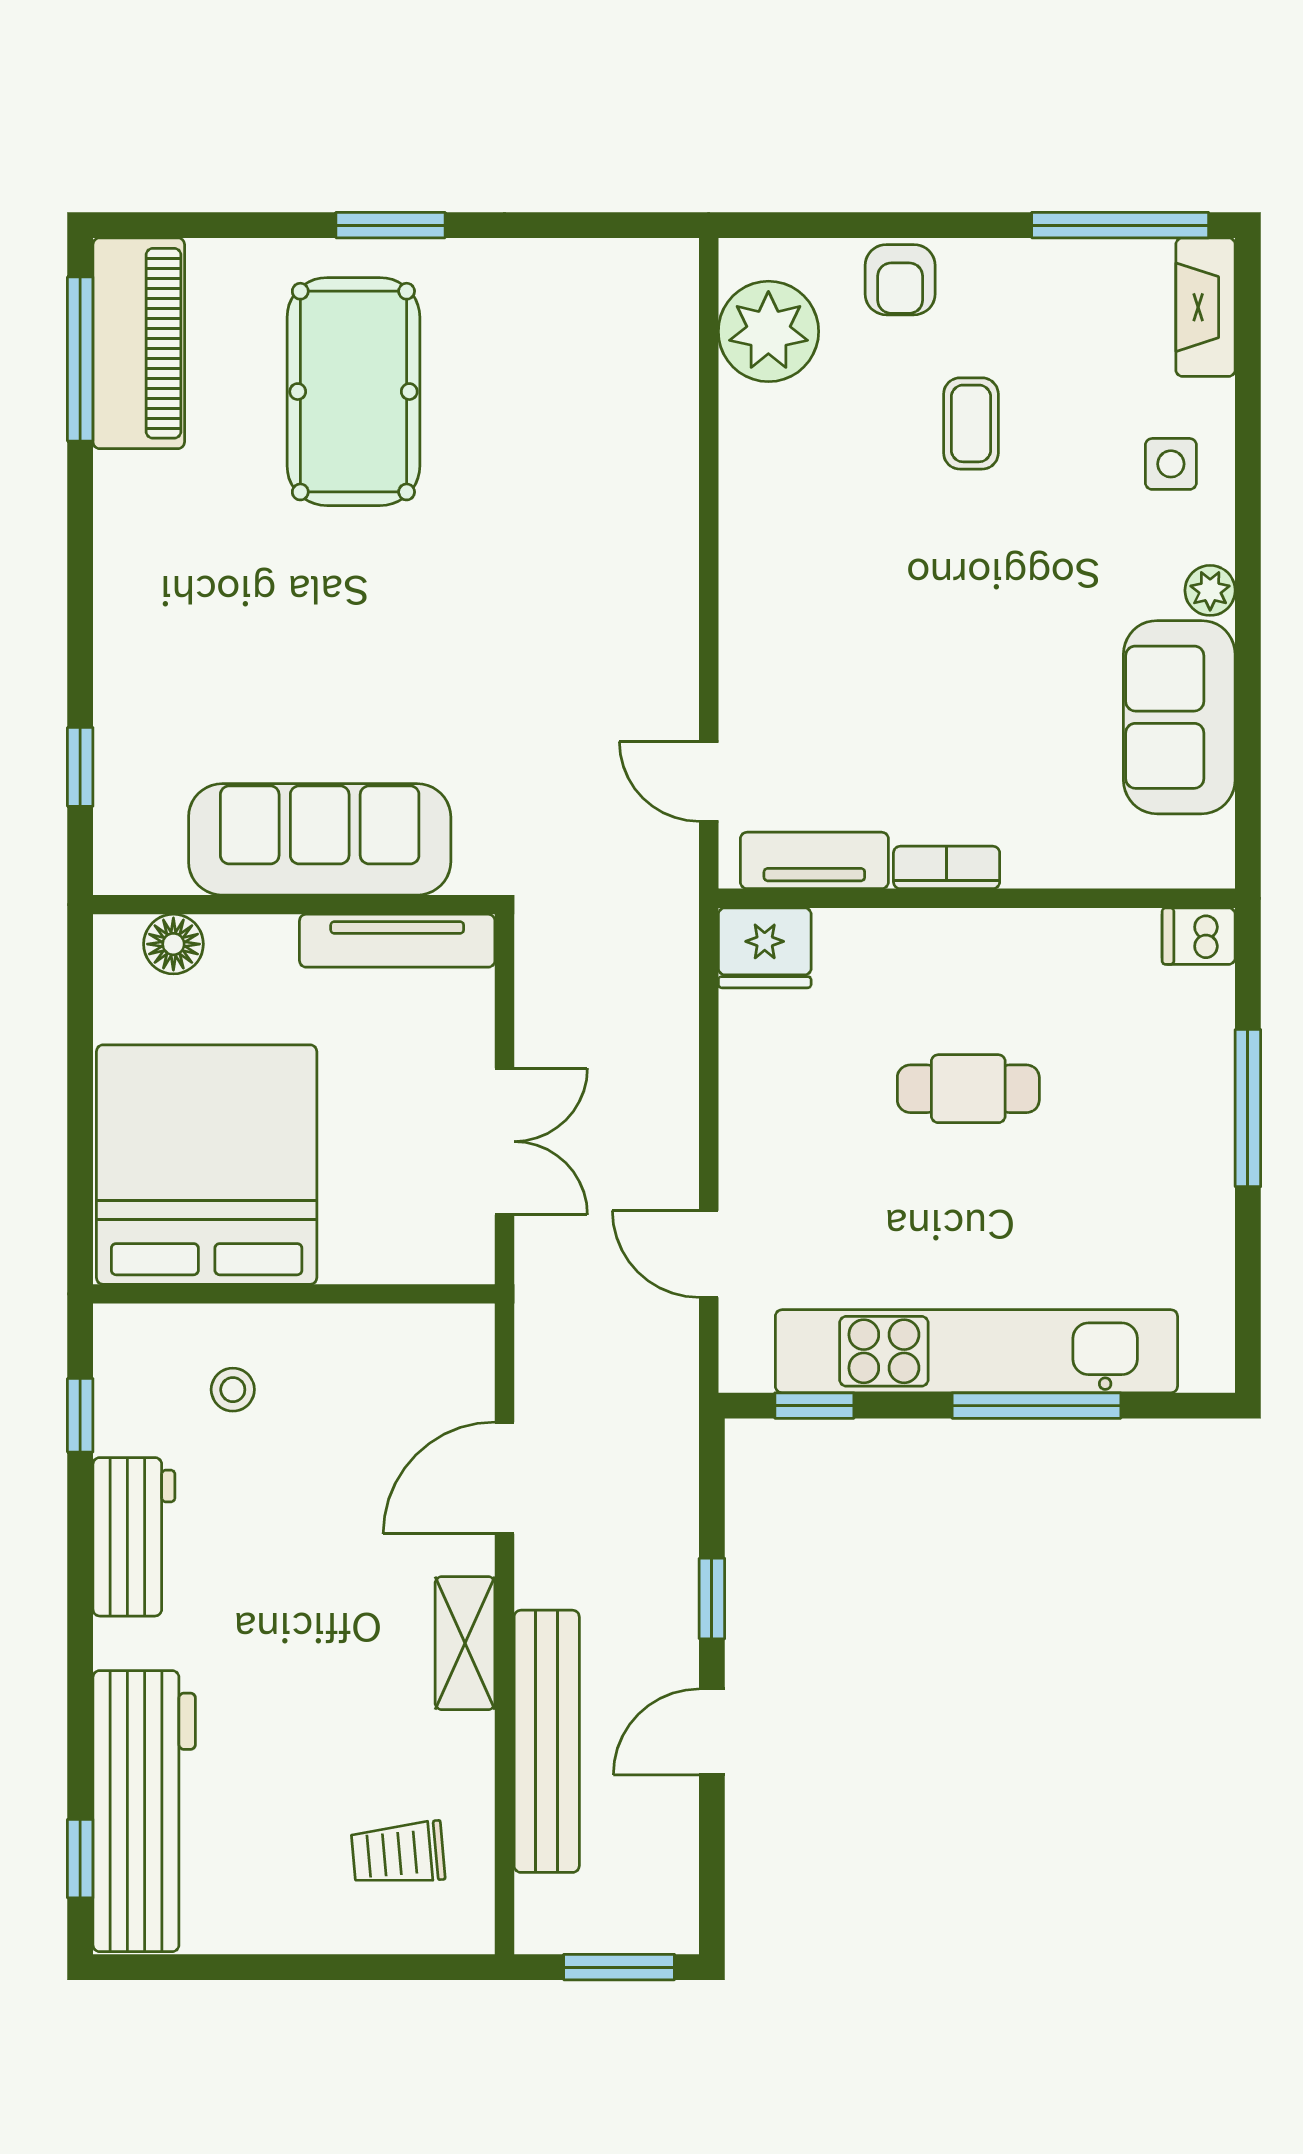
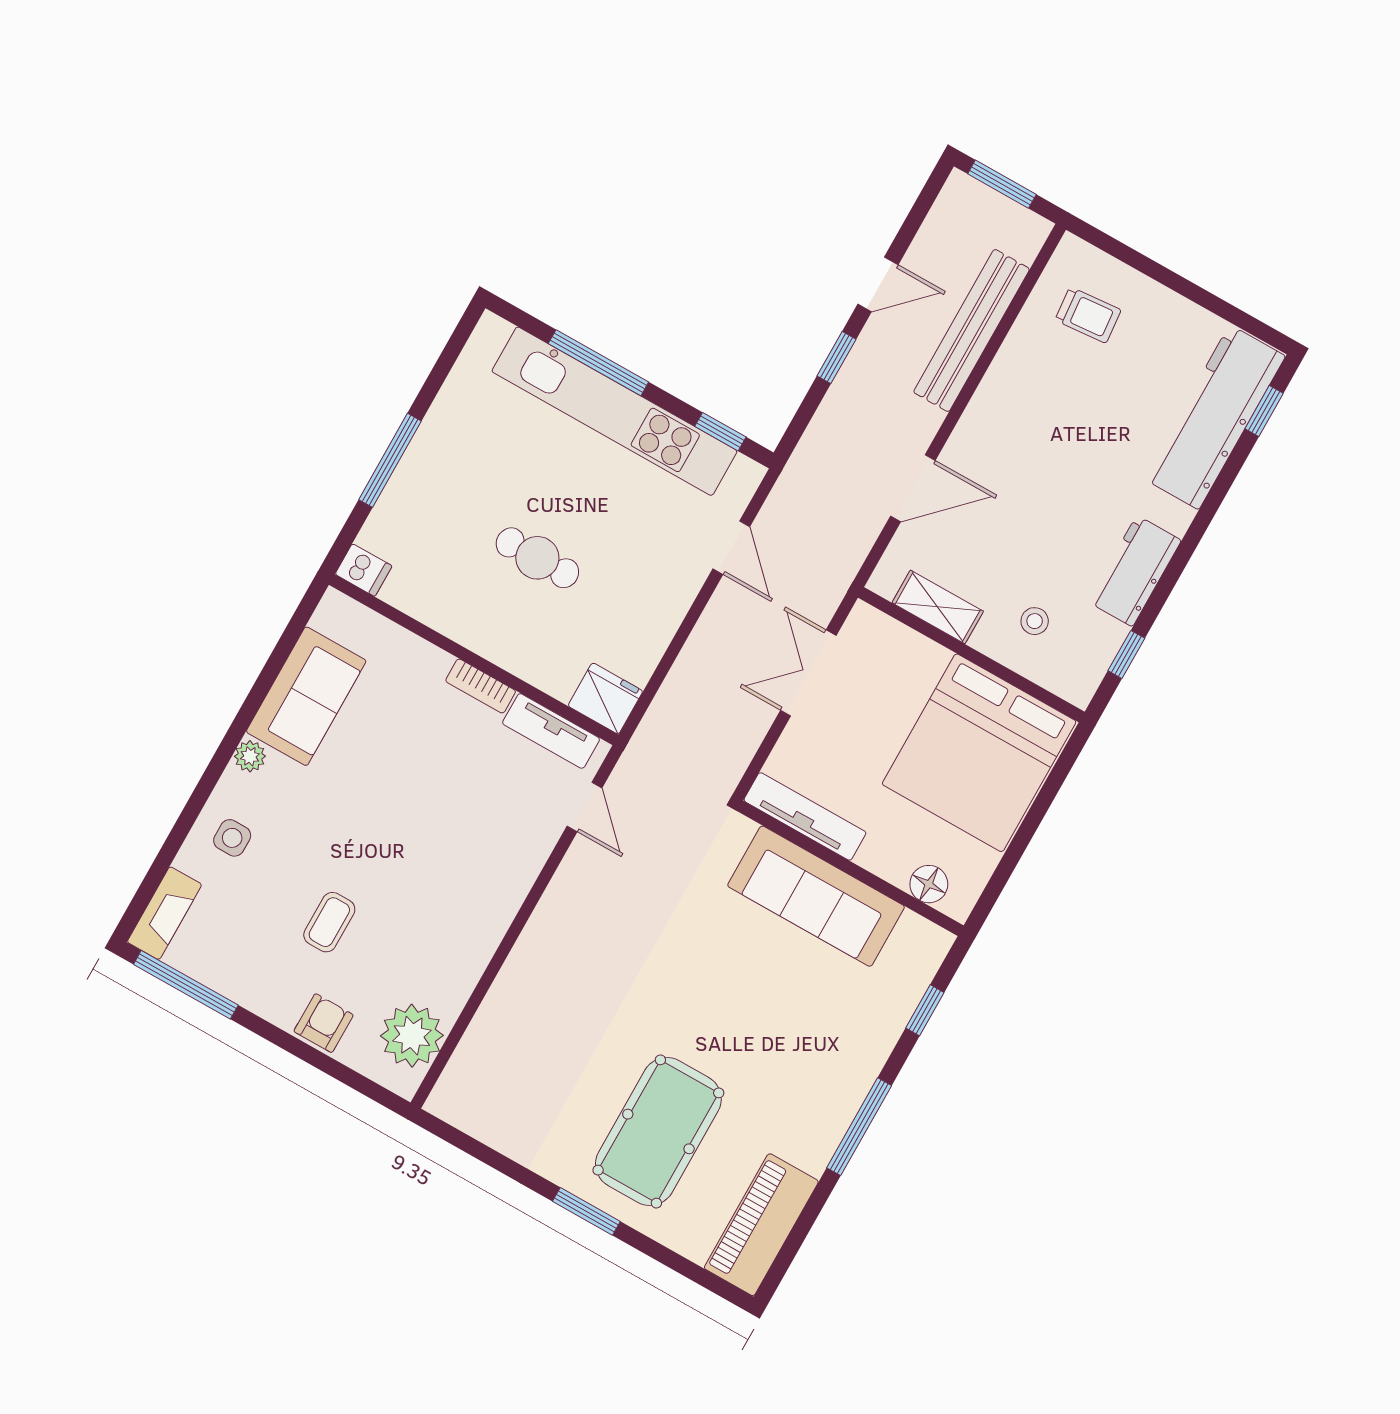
window: (80, 359) -> (859, 1127), moved
shelving: (465, 1643) -> (938, 607), moved, turned 90

